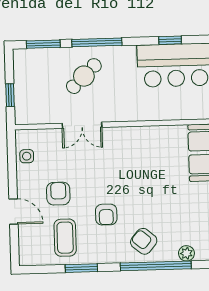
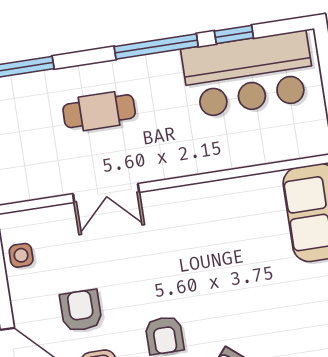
window: (97, 42) -> (156, 46), moved
cafe table: (84, 76) -> (99, 111), turned 44

